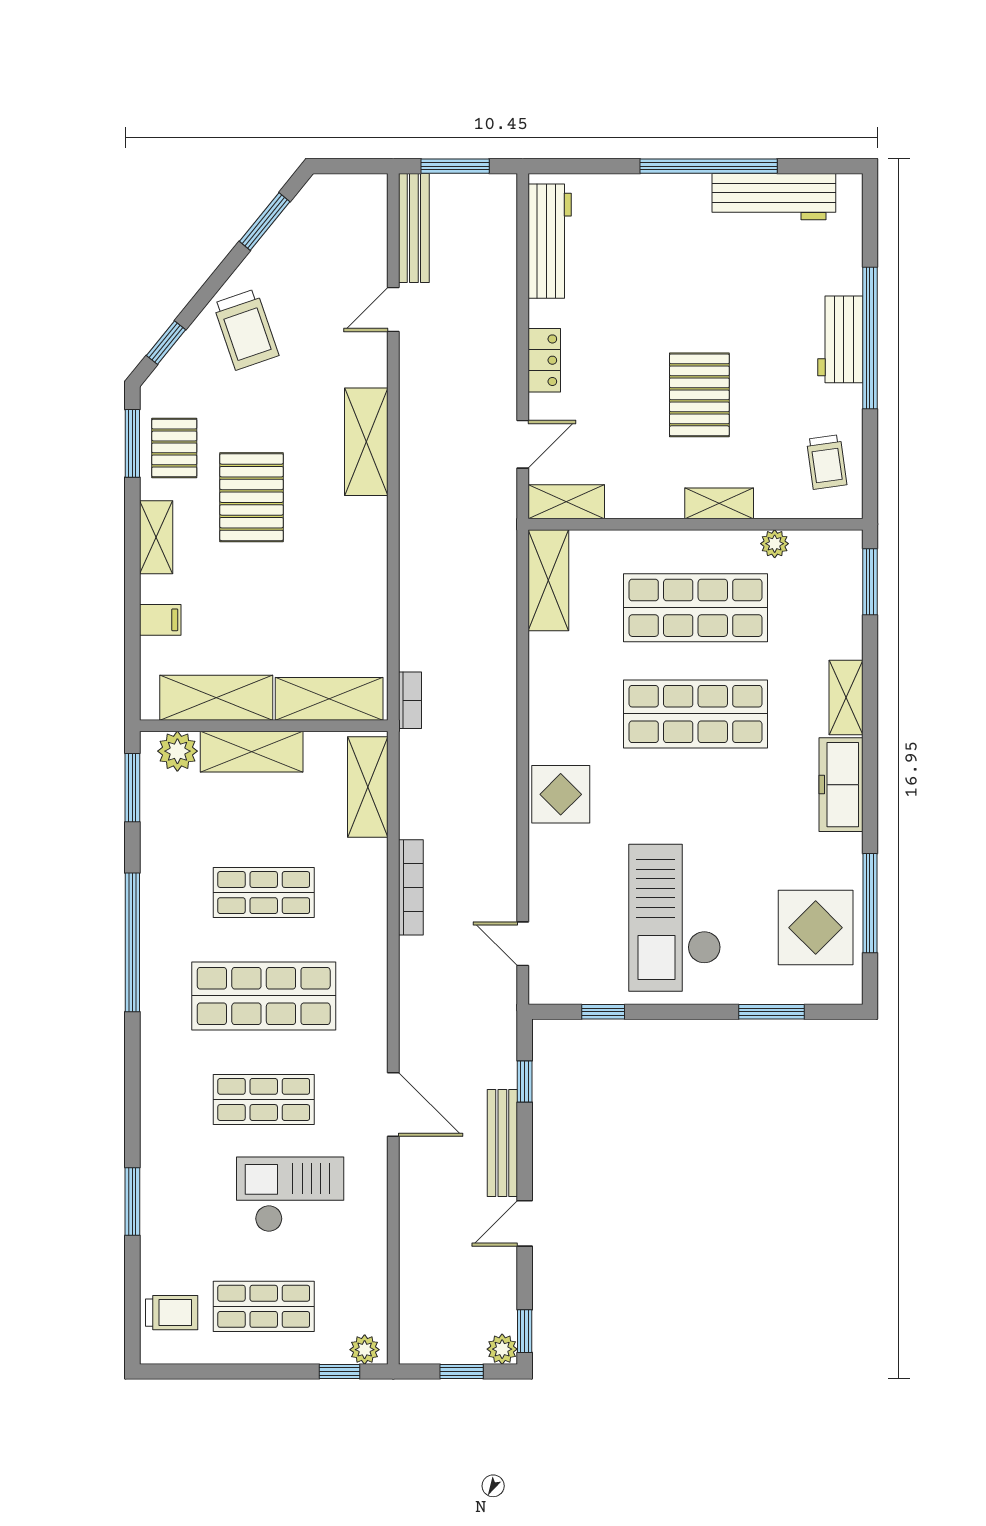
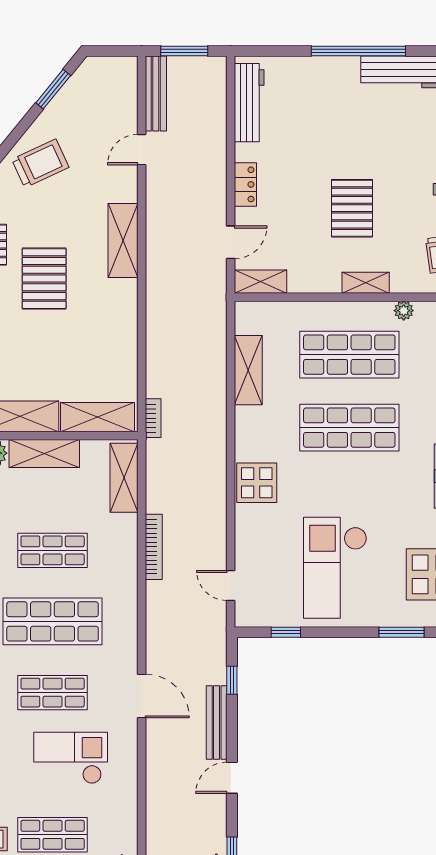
trolley: (246, 329) -> (40, 163), turned -96
shelving: (548, 580) -> (248, 370), moved

